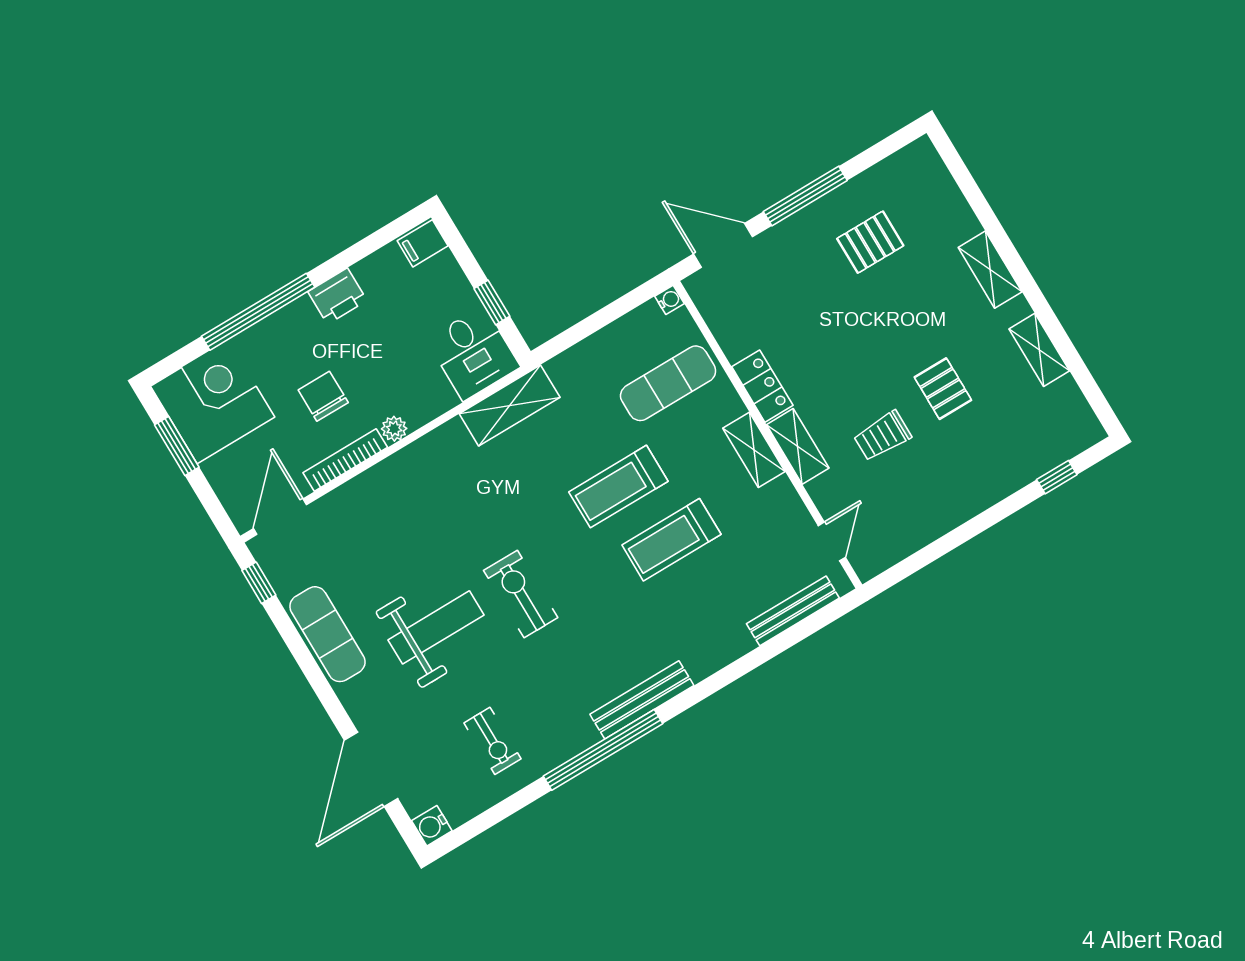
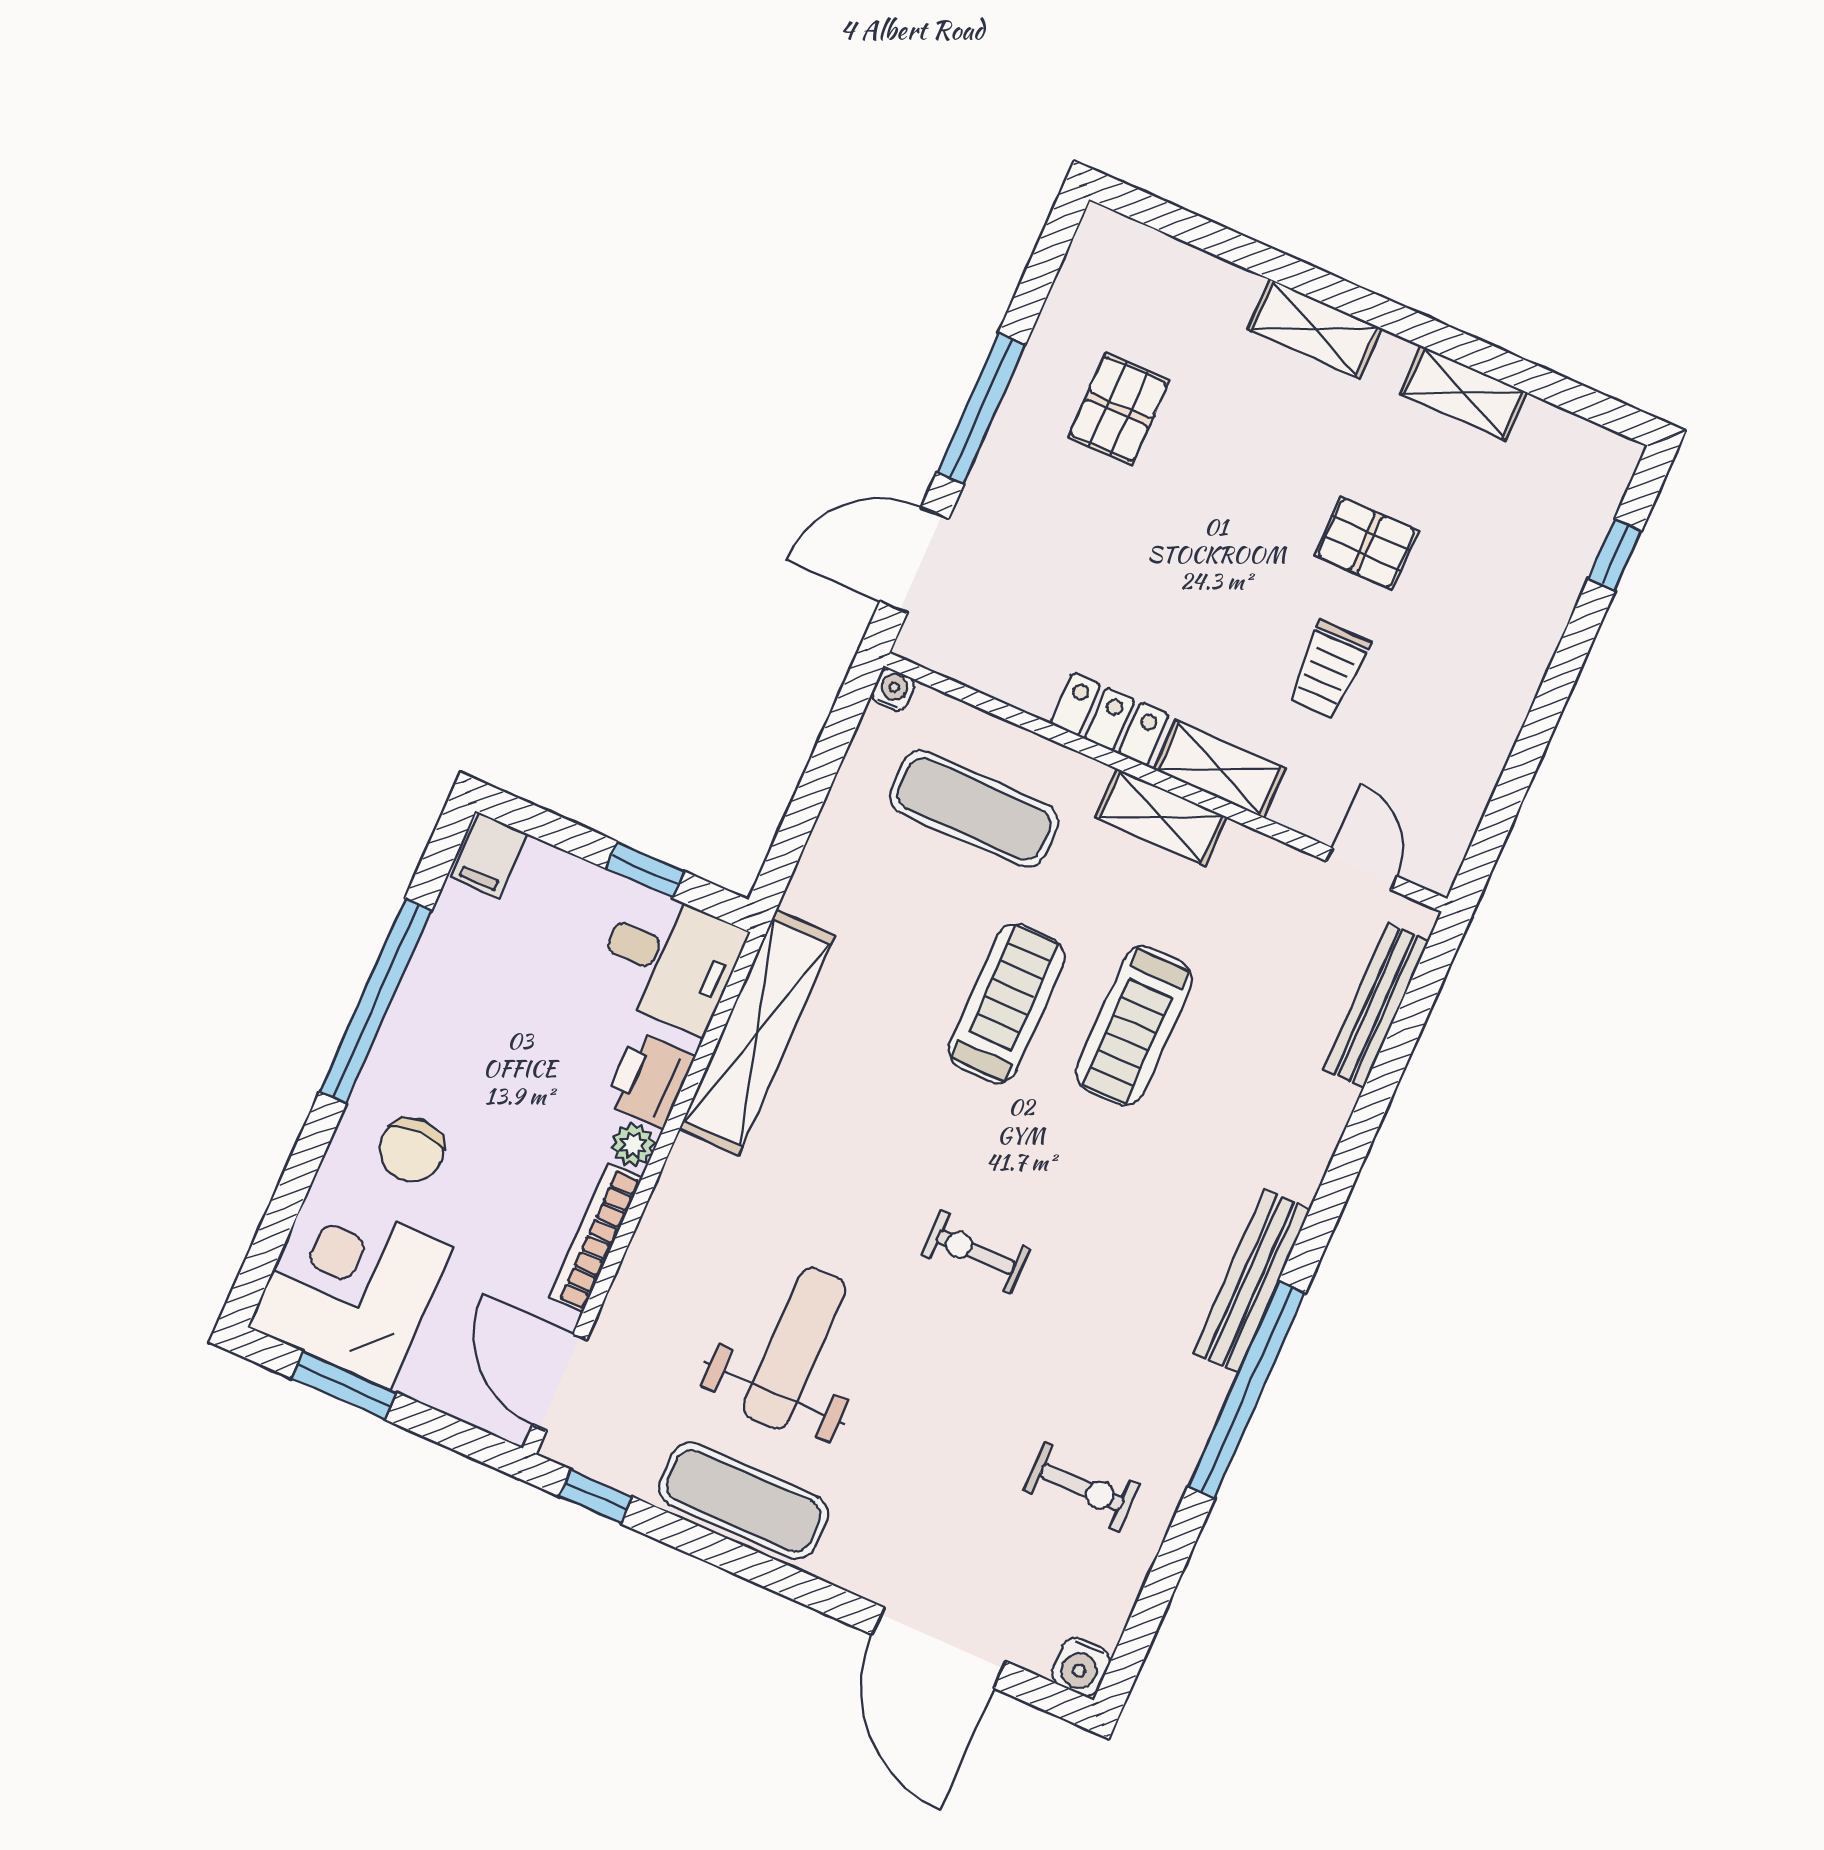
printer: (337, 296) -> (650, 1080), moved, turned 180
window: (258, 312) -> (376, 1001), moved
exercise mat: (668, 383) -> (974, 809), turned 90
chair: (323, 396) -> (412, 1150), moved, turned -90
shelving: (510, 405) -> (757, 1032), width x1.47
treadmill: (618, 487) -> (1007, 1004), turned 180
exercise bike: (521, 594) -> (976, 1252), width x0.73, depth x0.72
weight bench: (436, 627) -> (794, 1348), moved

